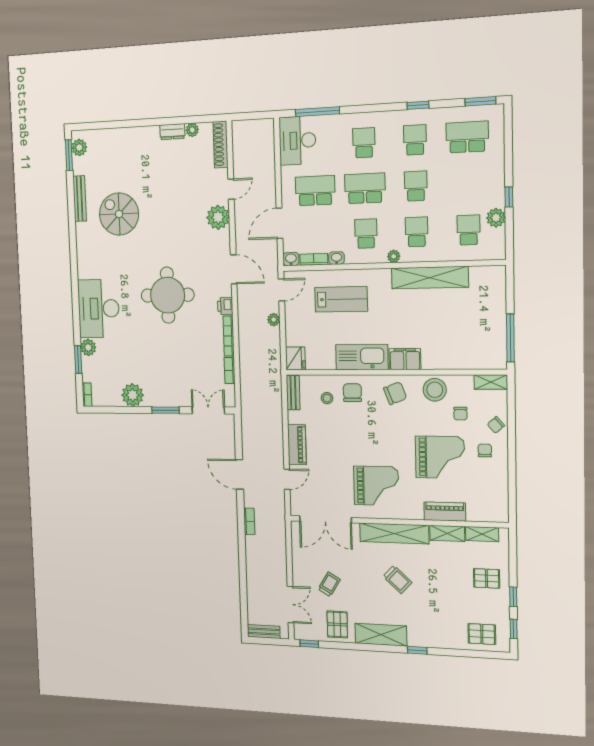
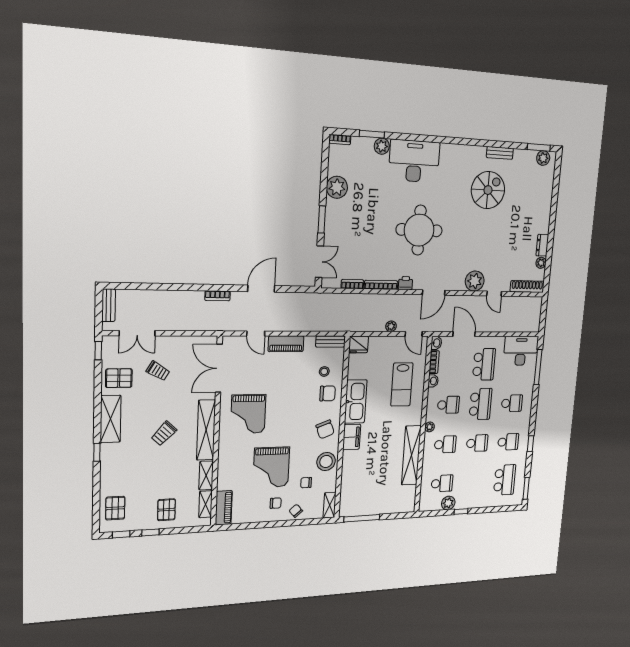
bench: (80, 199) -> (500, 153), width x0.73
piano: (445, 512) -> (224, 508), moved

